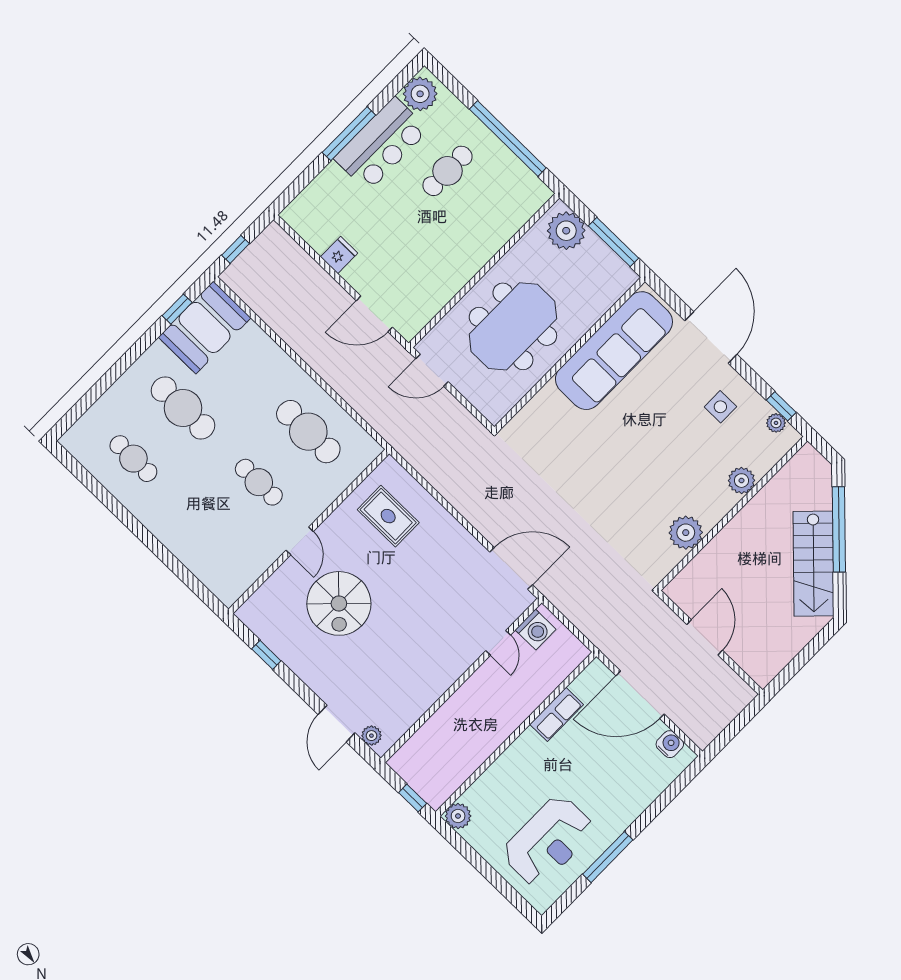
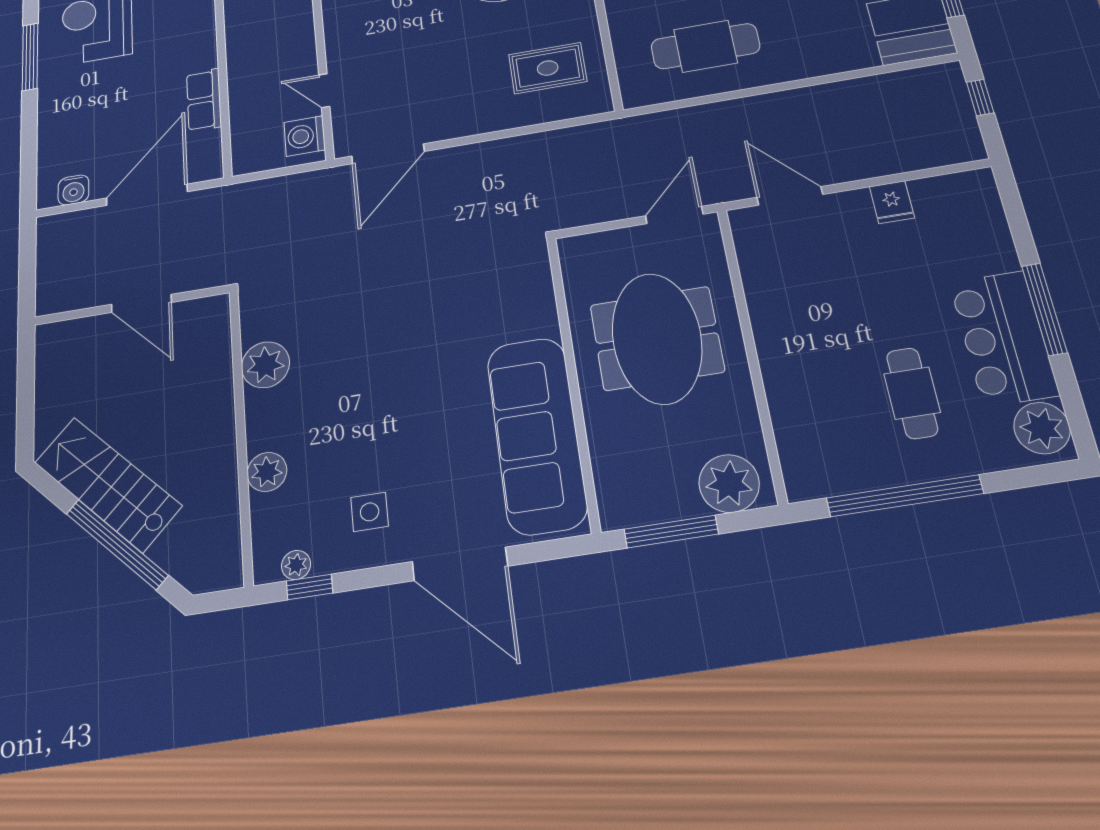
door: (374, 314) -> (790, 196), hinge flipped

